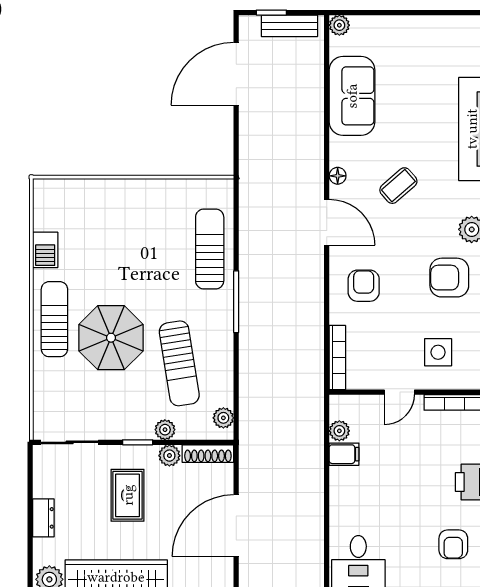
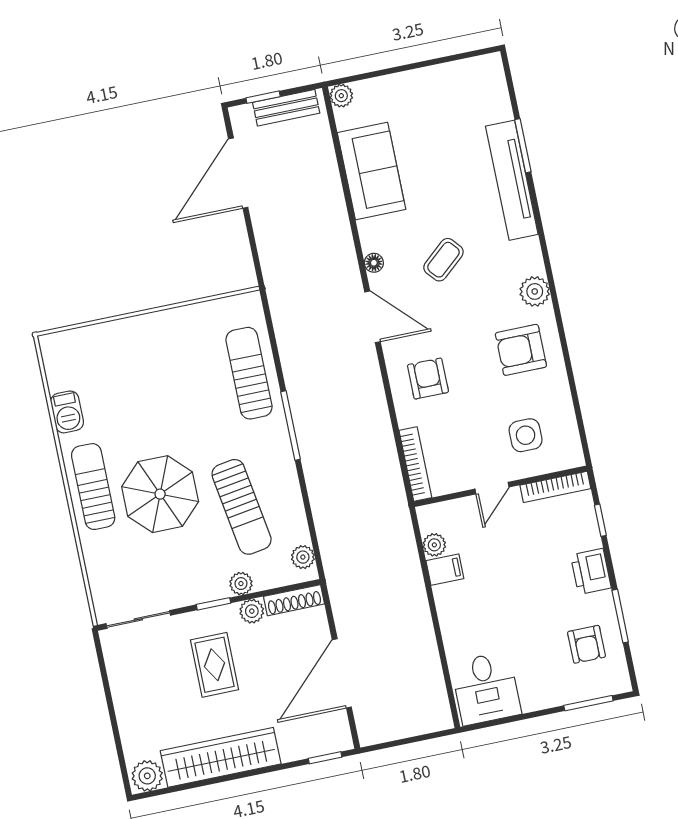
dresser: (43, 518) -> (126, 709), removed

